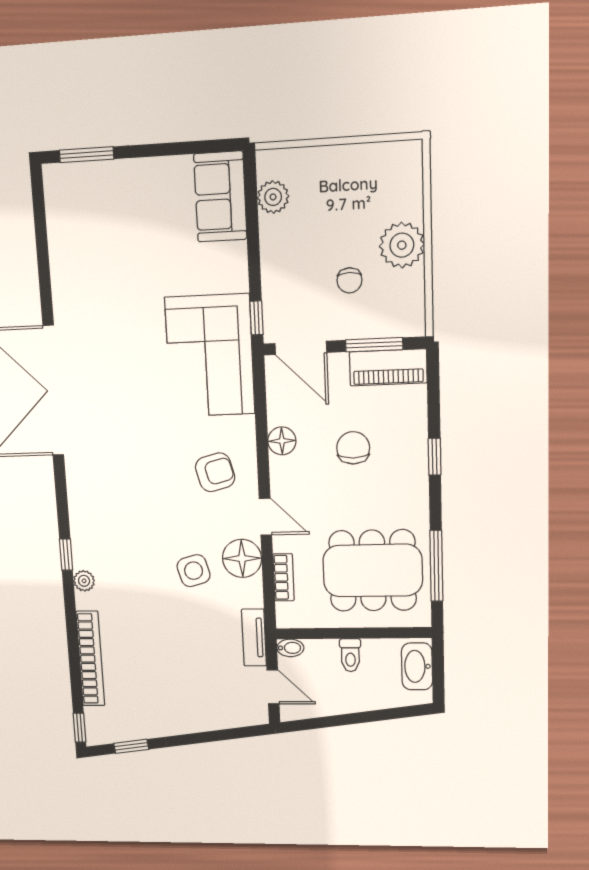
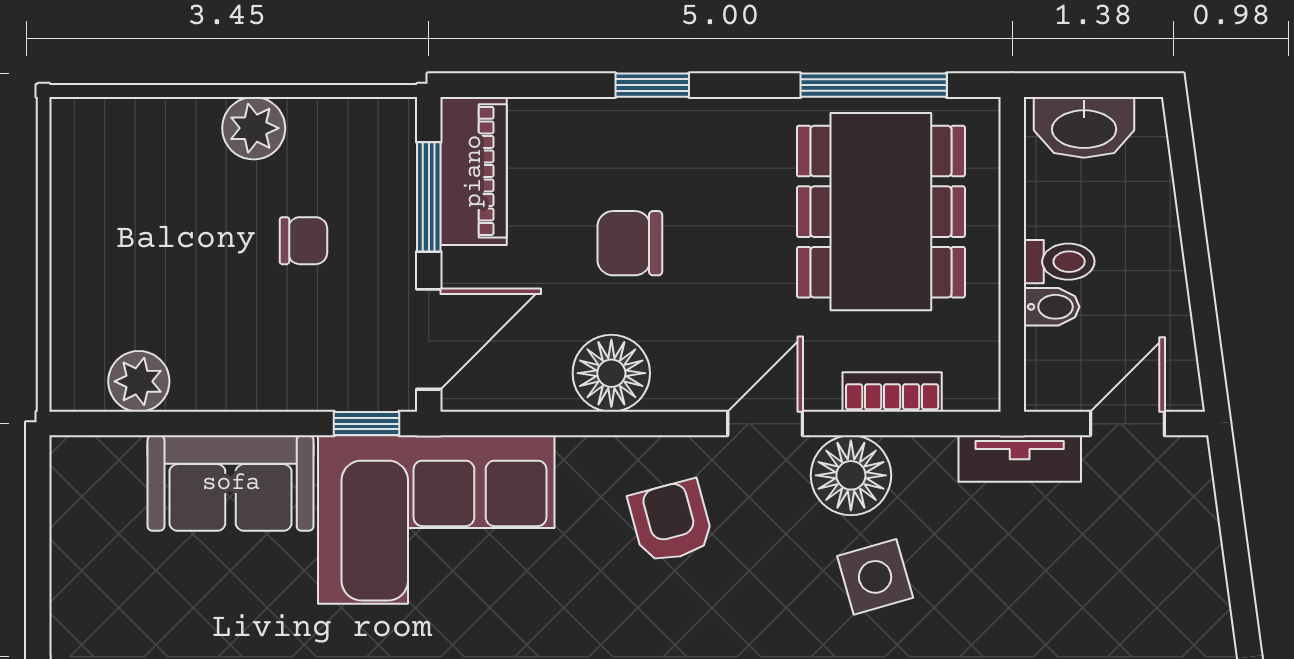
sofa: (220, 197) -> (231, 483), moved
plant: (402, 245) -> (254, 128), width x0.73, depth x0.73
floor lamp: (282, 441) -> (611, 373), width x1.38, depth x1.38
bidet: (290, 648) -> (1052, 307), moved, turned 90

